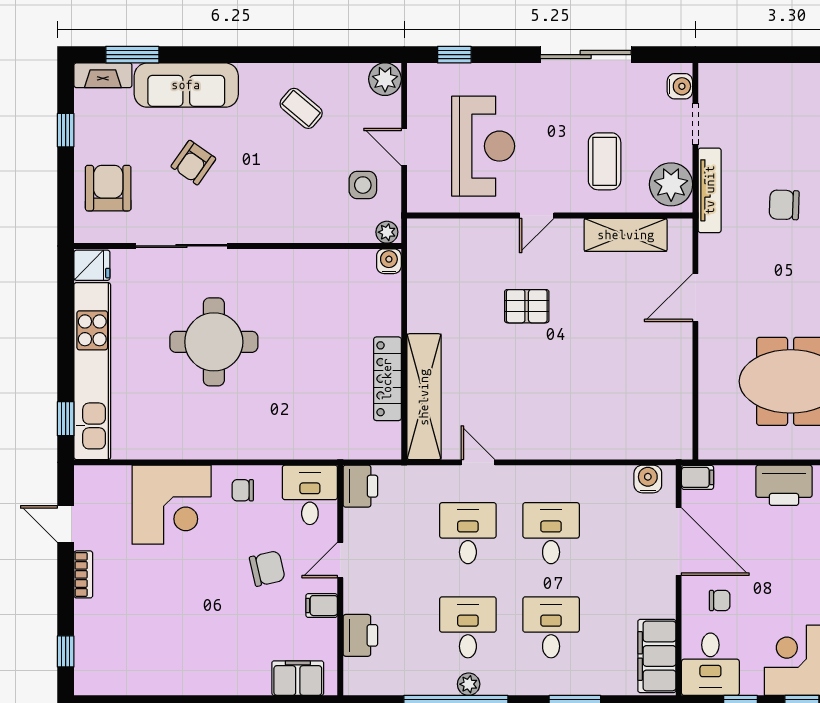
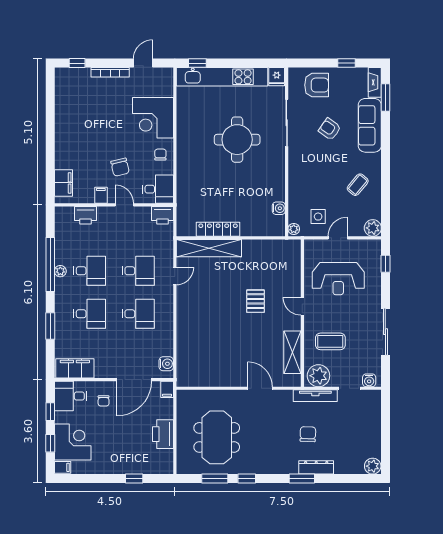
water cooler: (389, 261) -> (279, 208), moved
bookcase: (83, 574) -> (110, 72), width x1.56

